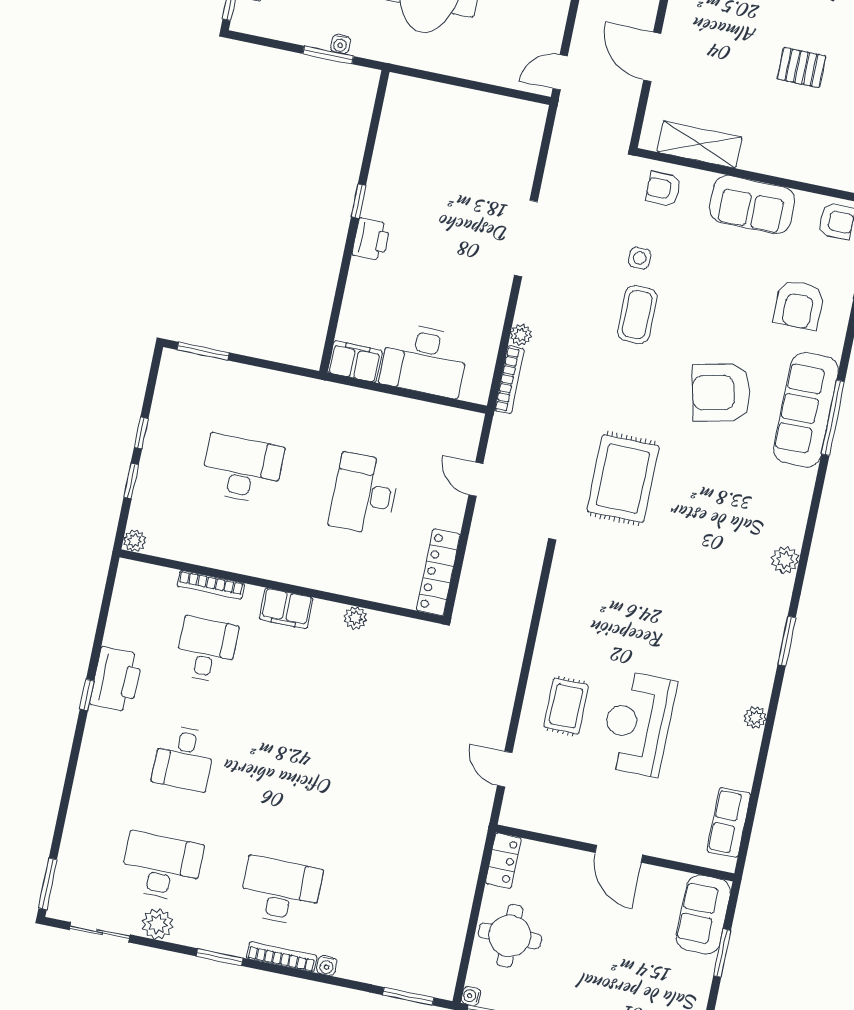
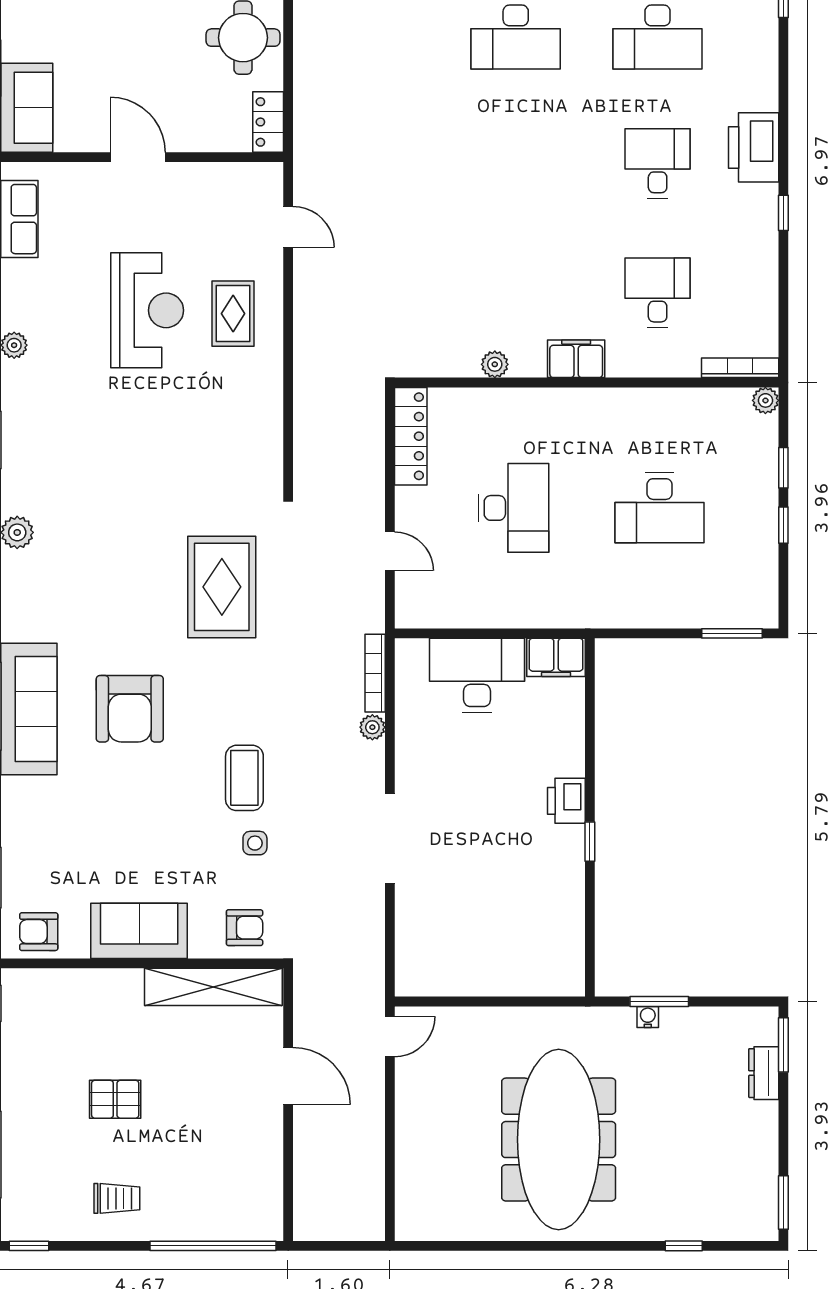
shelving: (700, 145) -> (213, 987), width x1.47
armchair: (799, 305) -> (62, 827), removed
armchair: (721, 392) -> (130, 709), turned 103
bookcase: (211, 585) -> (740, 368), moved
desk: (206, 650) -> (658, 293), turned 180
printer: (116, 679) -> (754, 147), moved

